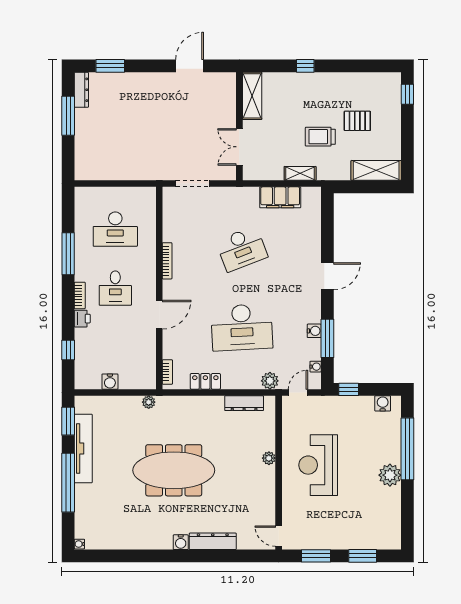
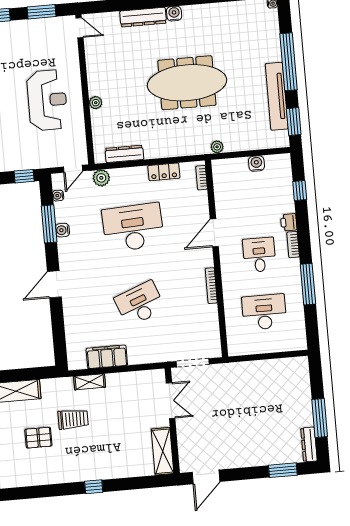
shelving: (252, 96) -> (163, 451), moved
wall: (239, 126) -> (172, 421), moved
double door: (239, 147) -> (171, 401), moved

